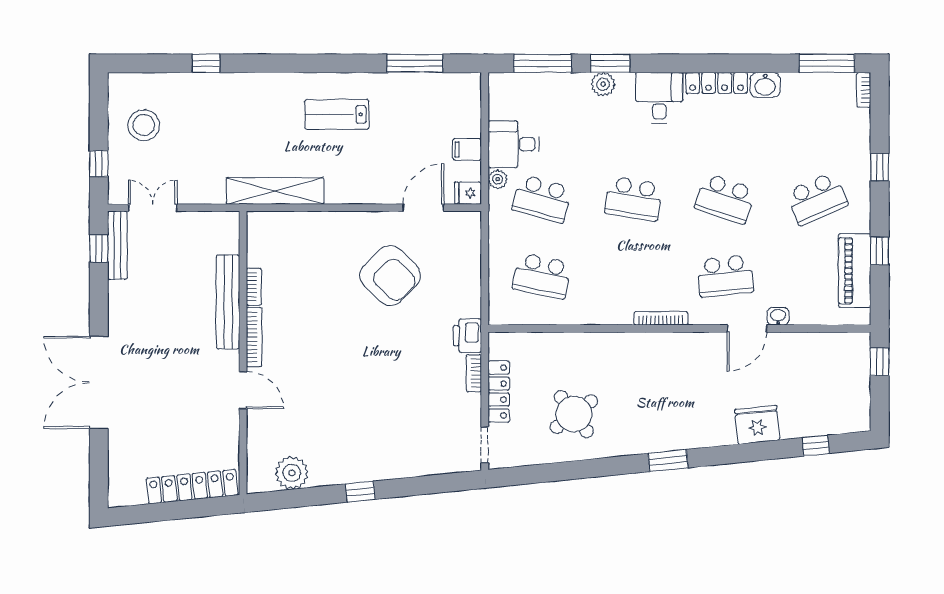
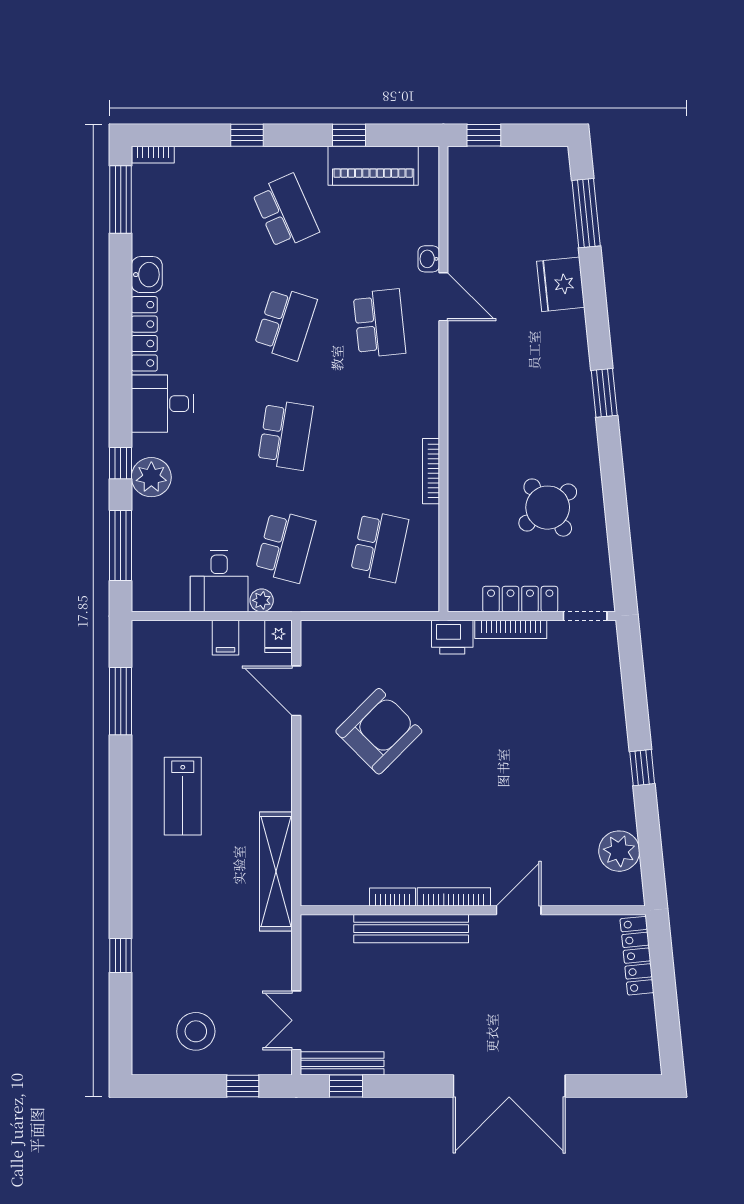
window: (610, 63) -> (121, 463), width x0.67
plant: (603, 84) -> (151, 477), width x1.36, depth x1.36
bookcase: (661, 318) -> (431, 471), moved
bookcase: (474, 373) -> (511, 629), width x1.56
window: (816, 446) -> (586, 213), width x2.17
locker: (192, 487) -> (637, 956), width x0.71, depth x0.83

